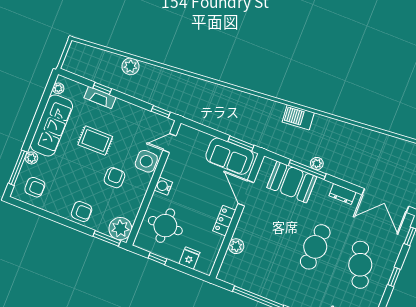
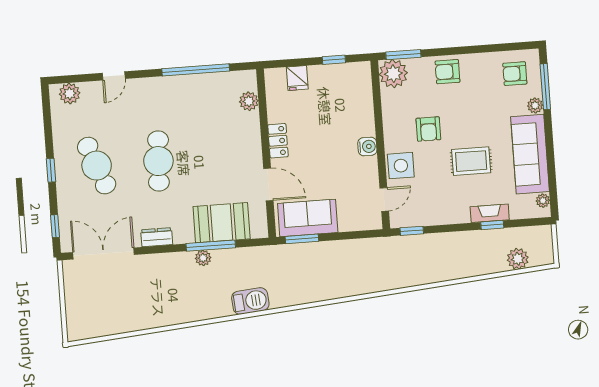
plant: (130, 66) -> (518, 259), moved
round table: (165, 226) -> (343, 102), removed
plant: (236, 246) -> (249, 101), moved

